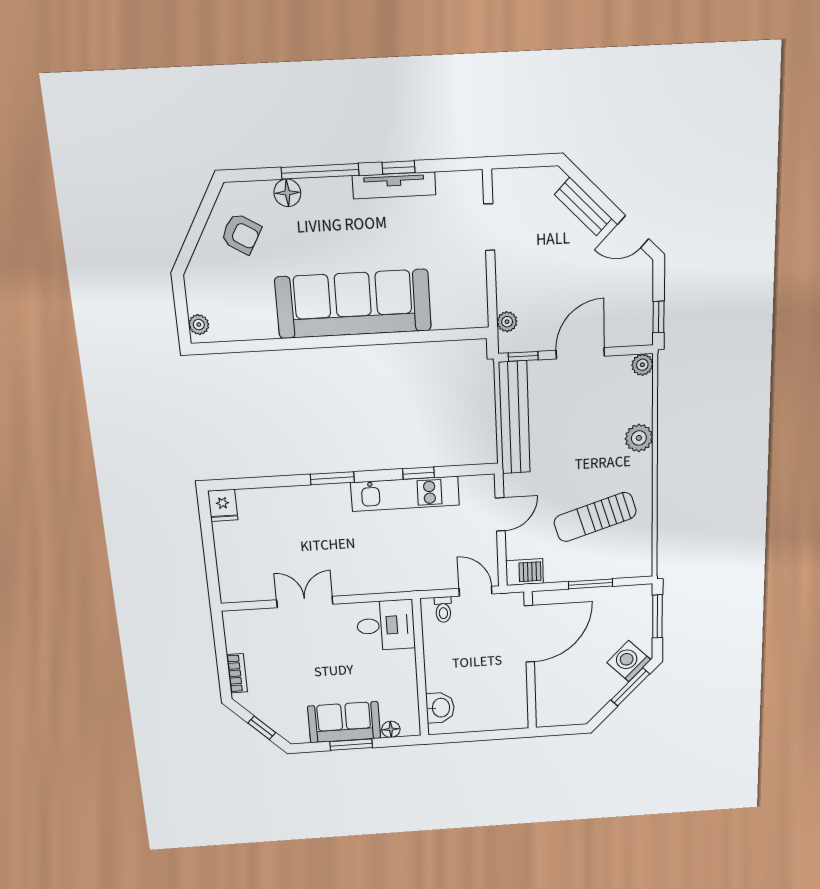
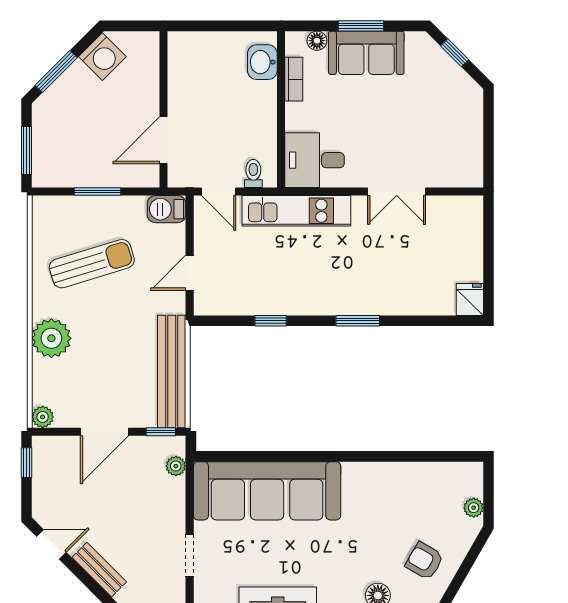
sofa: (353, 304) -> (267, 491), moved
plant: (199, 325) -> (474, 508), moved
plant: (639, 438) -> (51, 338), width x1.36, depth x1.36
kitchen unit: (405, 494) -> (296, 211), moved, turned 180
door: (529, 634) -> (164, 140), width x0.73
washing machine: (629, 661) -> (102, 57), moved
bookcase: (237, 673) -> (294, 79), moved, turned 180

